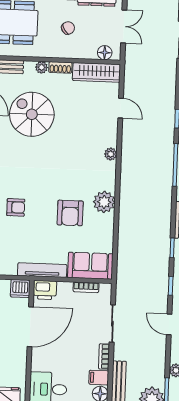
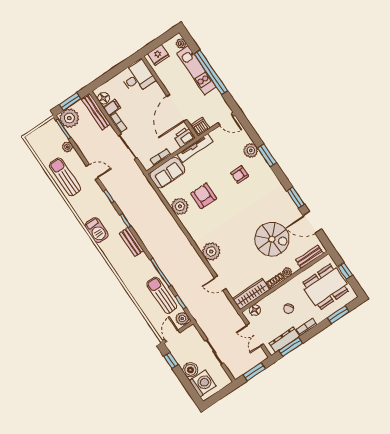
plant: (111, 154) -> (211, 251), width x1.87, depth x1.87
plant: (104, 202) -> (180, 206), moved

